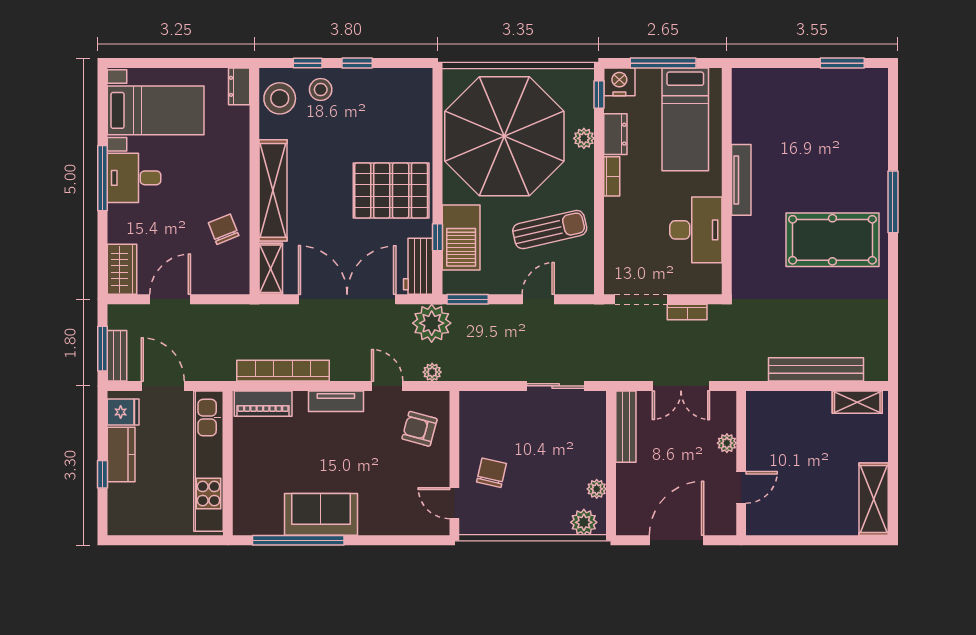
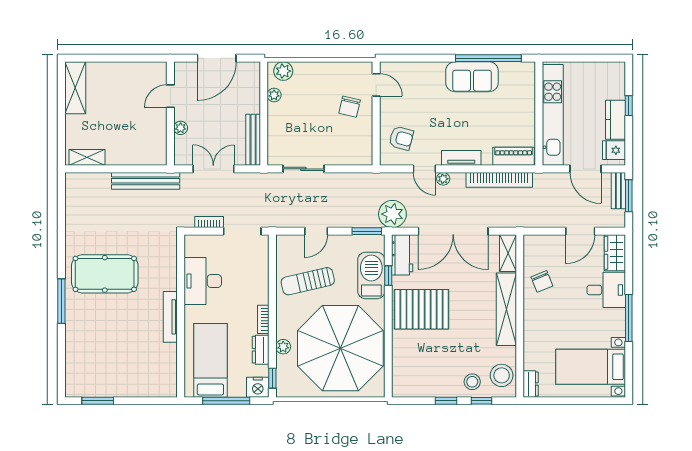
desk: (134, 178) -> (606, 290), moved
bench: (816, 369) -> (146, 181), moved
plant: (432, 372) -> (443, 179), moved

